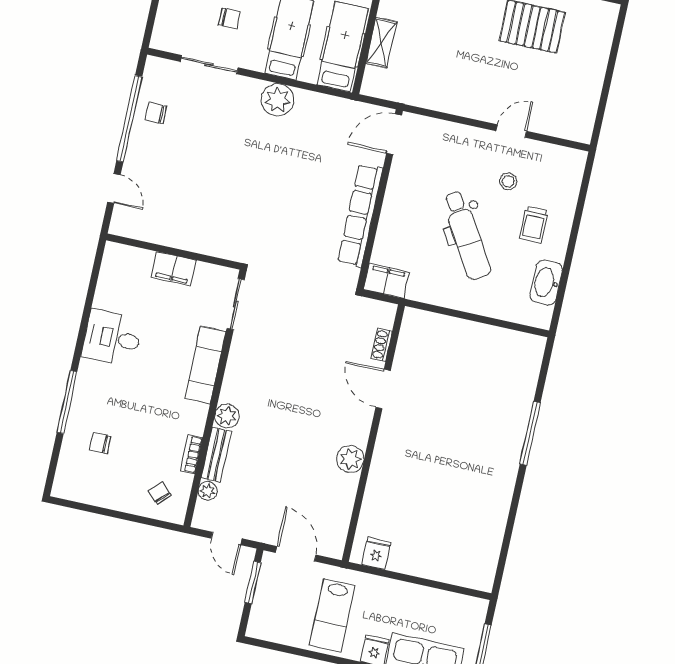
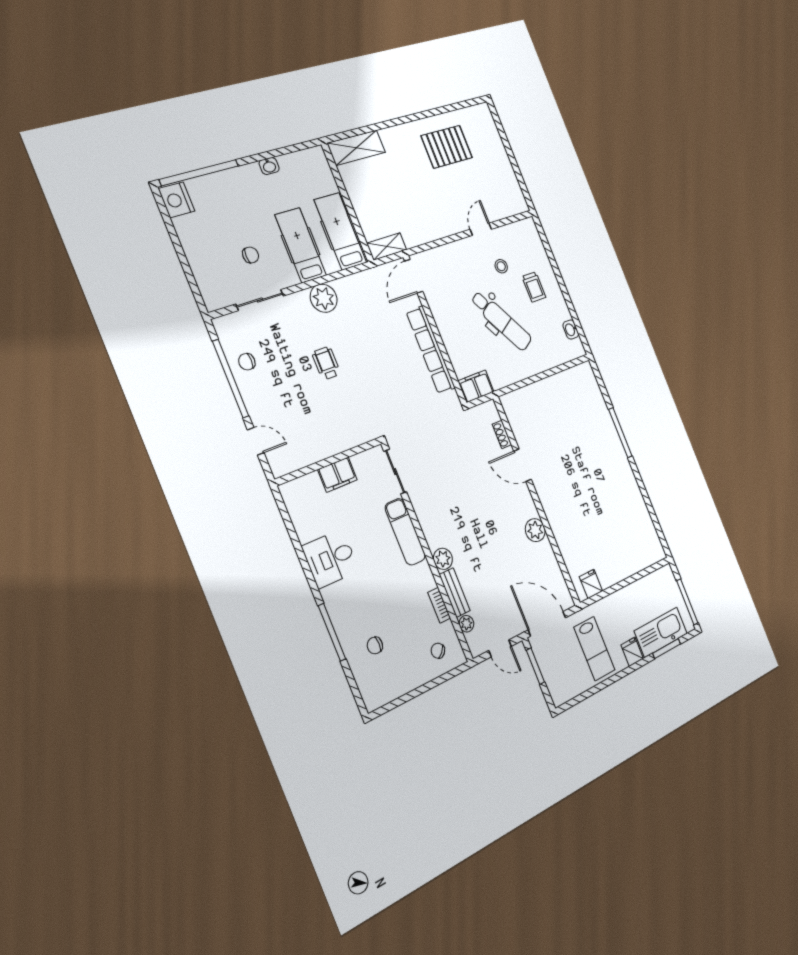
shelving: (381, 43) -> (387, 246), moved, turned 90
wheelchair: (236, 161) -> (326, 363), added
washbasin: (546, 282) -> (571, 330), width x0.52, depth x0.69
door: (296, 554) -> (547, 624), width x1.36

